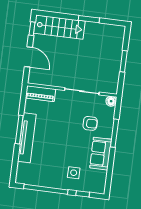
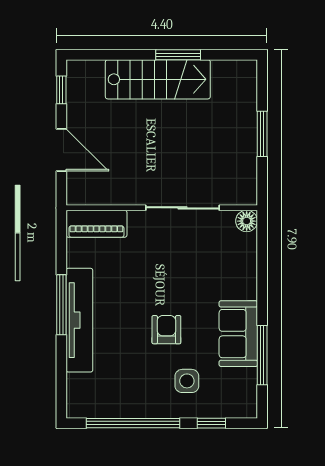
stairs: (59, 27) -> (158, 79), moved
armchair: (90, 123) -> (166, 330), moved, turned -90
window: (115, 133) -> (262, 355), moved

